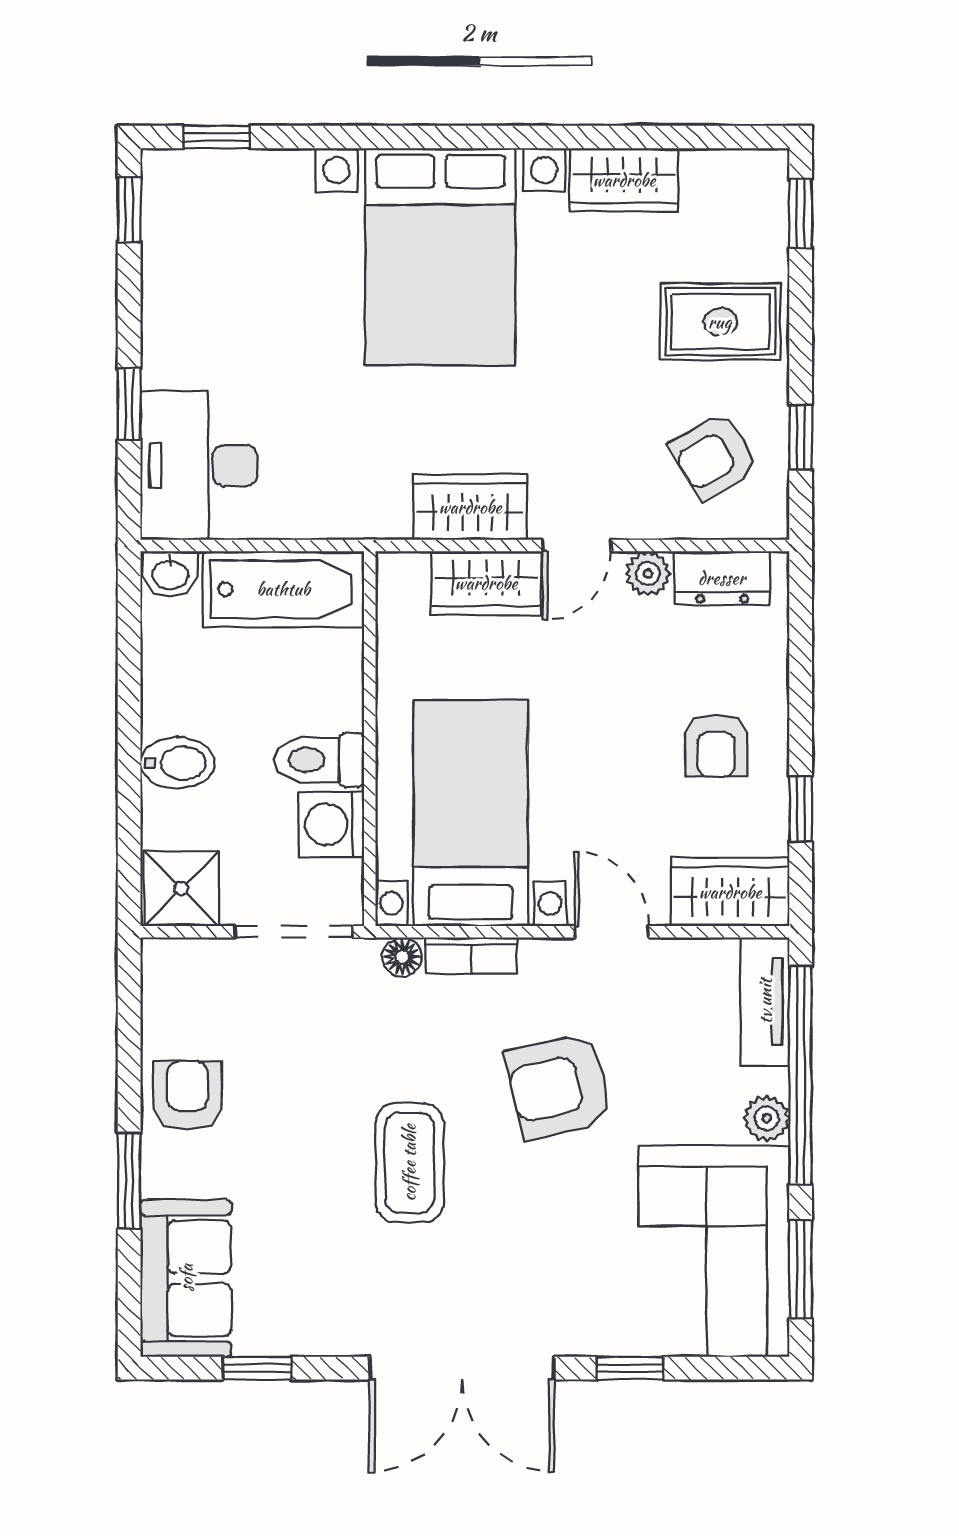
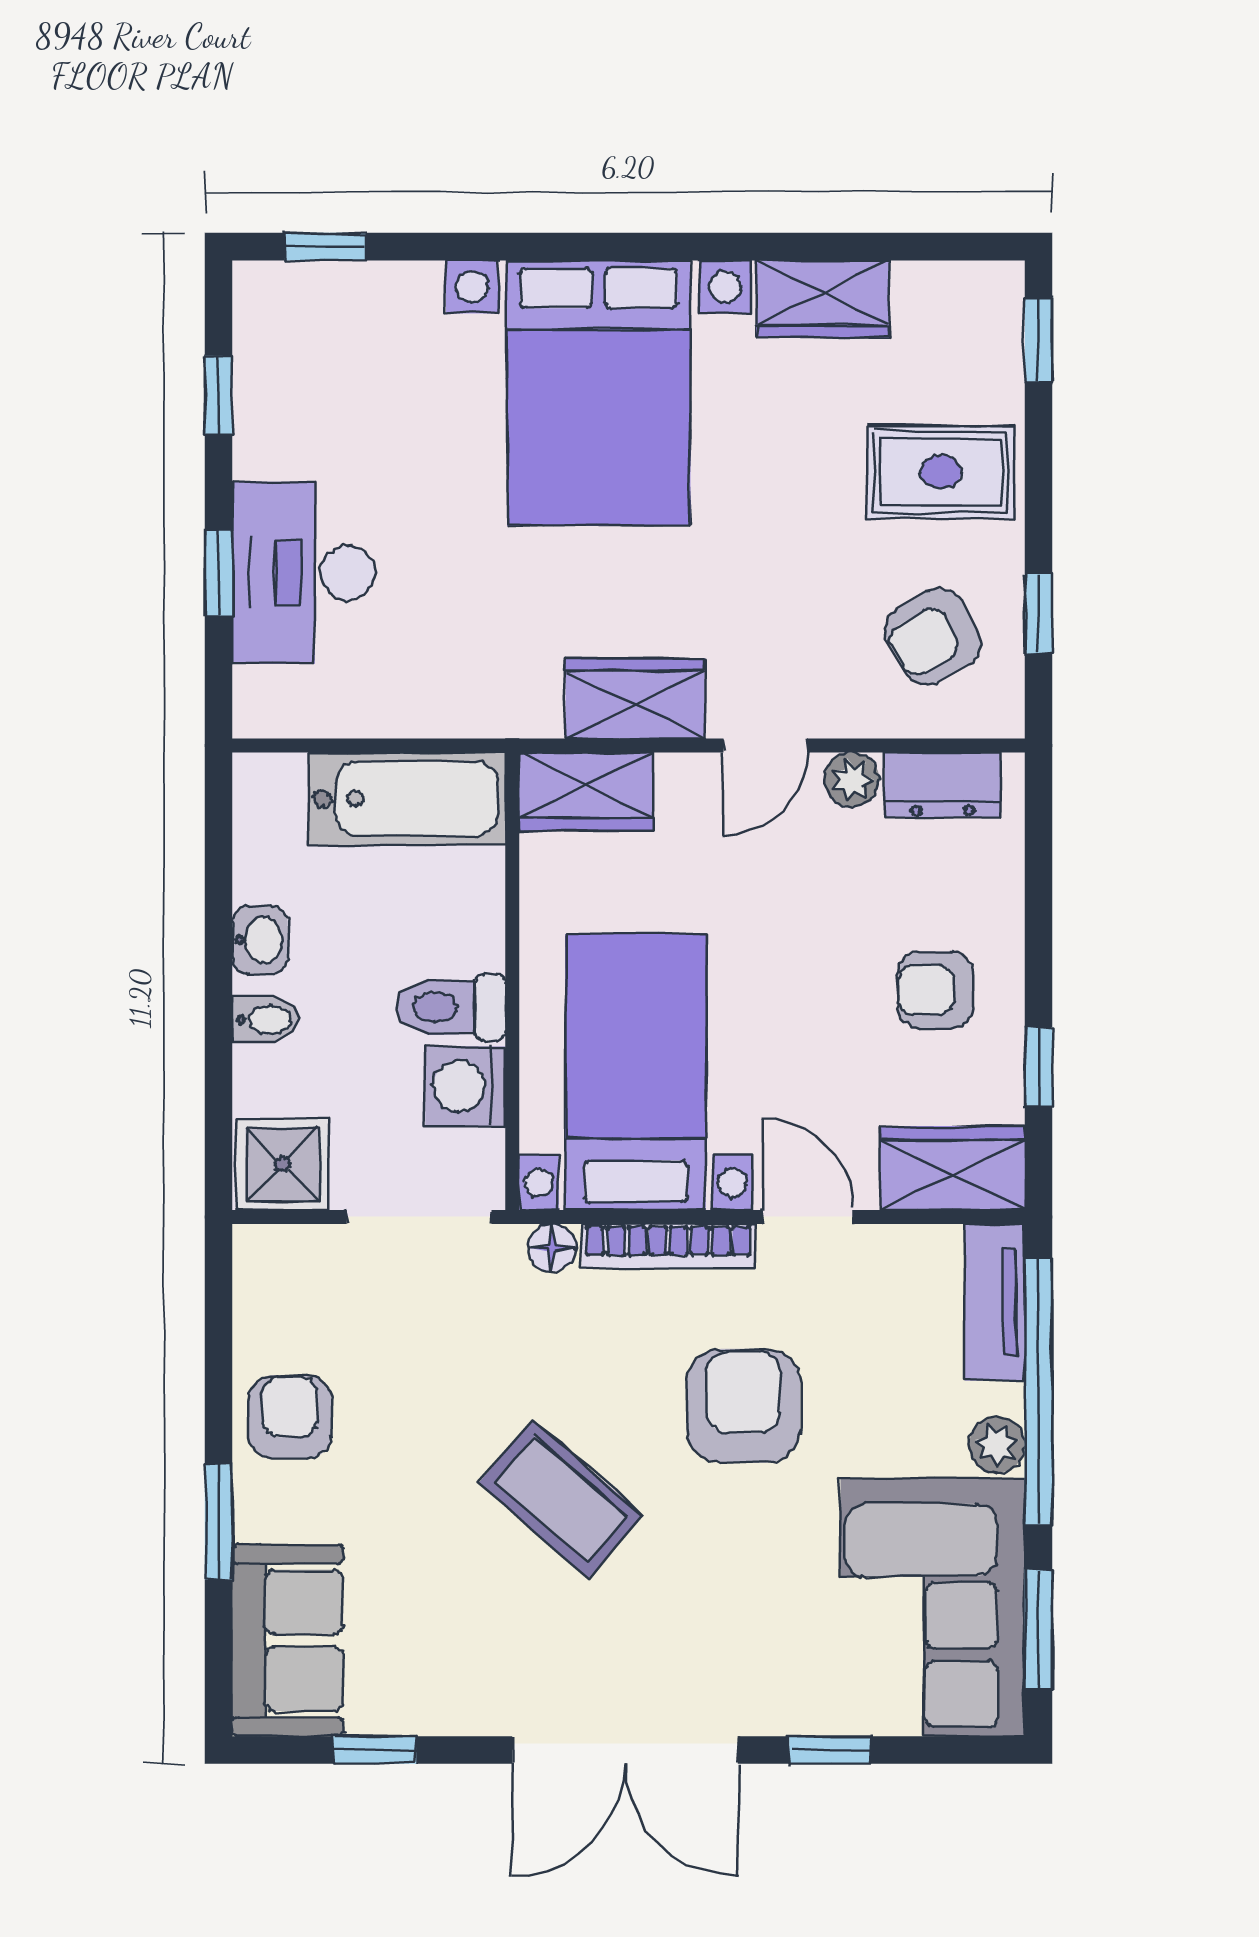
window: (129, 210) -> (218, 395), moved
desk: (199, 465) -> (304, 573), moved
washbasin: (170, 574) -> (260, 940), moved, turned -90
wardrobe: (486, 583) -> (586, 791), moved
armchair: (716, 746) -> (935, 990), turned 90
bidet: (177, 763) -> (265, 1020), width x0.72, depth x0.74
bookcase: (472, 955) -> (668, 1246), width x1.56
armchair: (559, 1086) -> (743, 1406), turned 103
coffee table: (409, 1163) -> (561, 1499), turned -49

